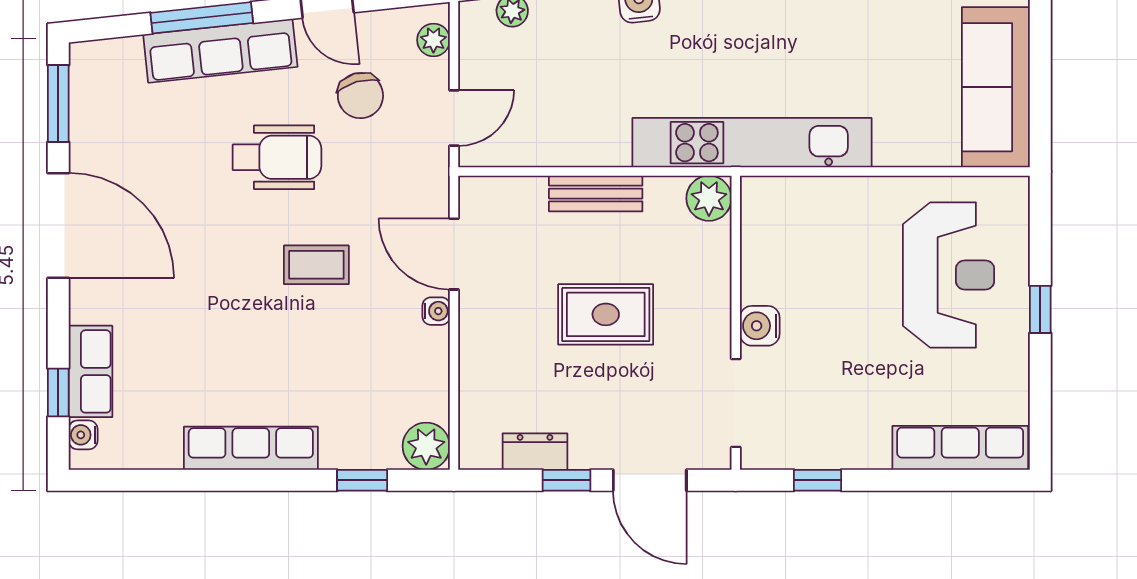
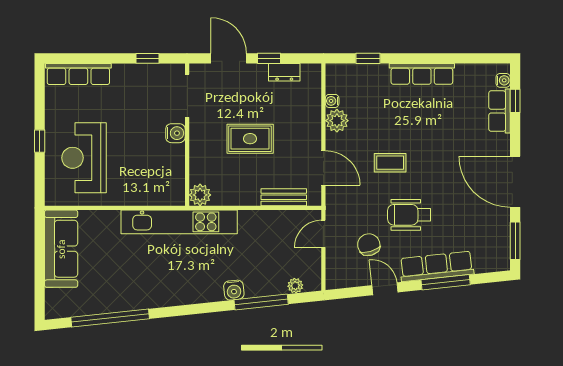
plant: (433, 40) -> (333, 272), removed
bench: (596, 194) -> (284, 197), moved
water cooler: (436, 311) -> (332, 101), moved
plant: (426, 446) -> (337, 121), moved

